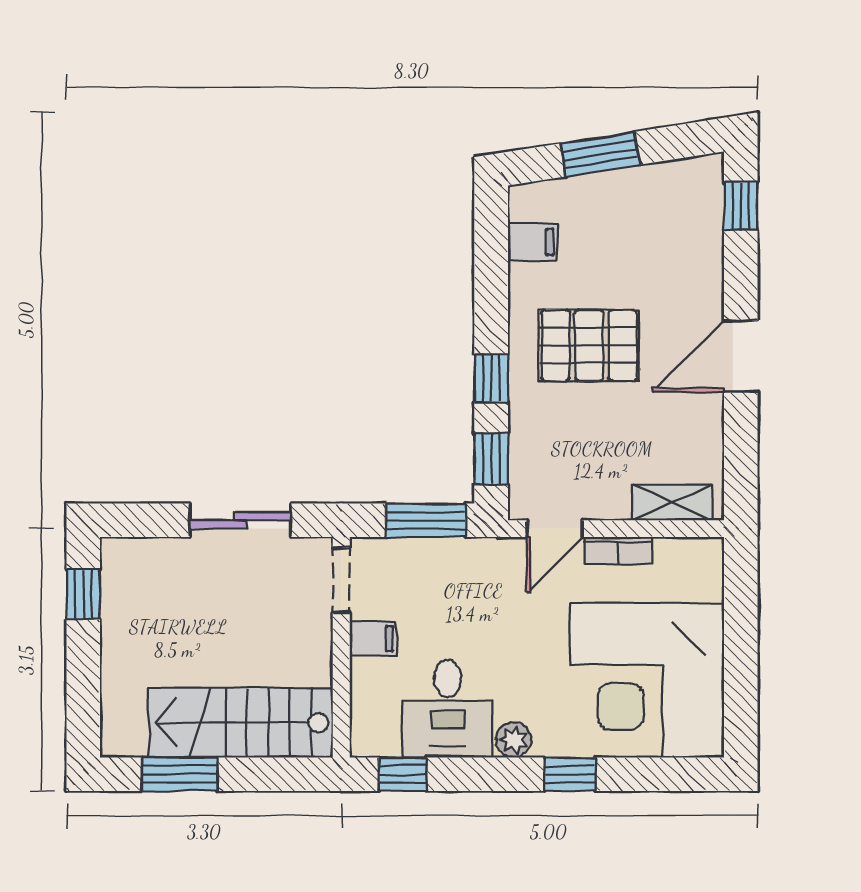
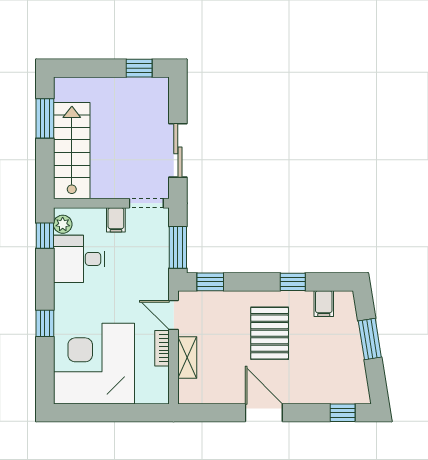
window: (491, 378) -> (293, 282), moved
shelving: (672, 502) -> (187, 358), moved
plant: (514, 740) -> (63, 224), moved

